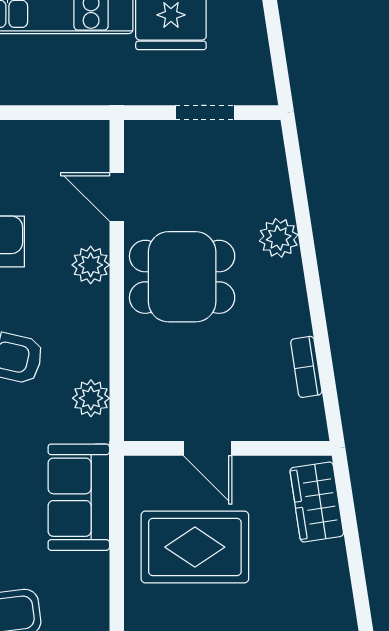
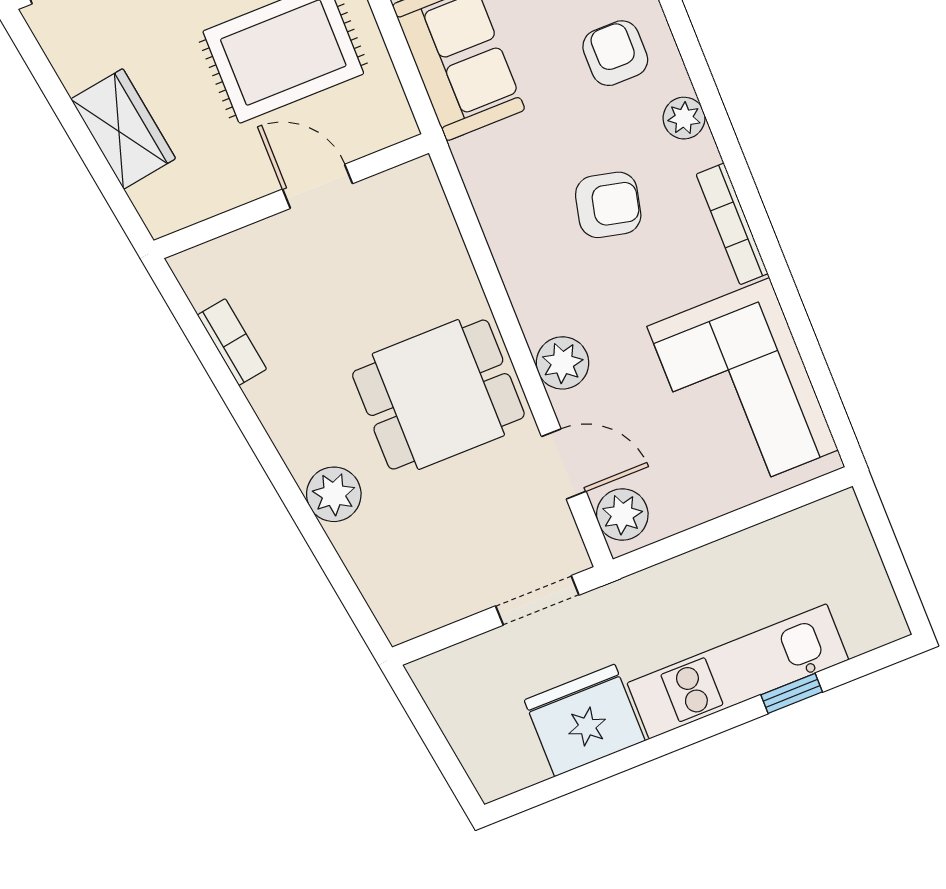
doorway: (205, 113) -> (537, 600), moved
plant: (91, 398) -> (622, 515), moved
wardrobe: (317, 502) -> (123, 129), moved

